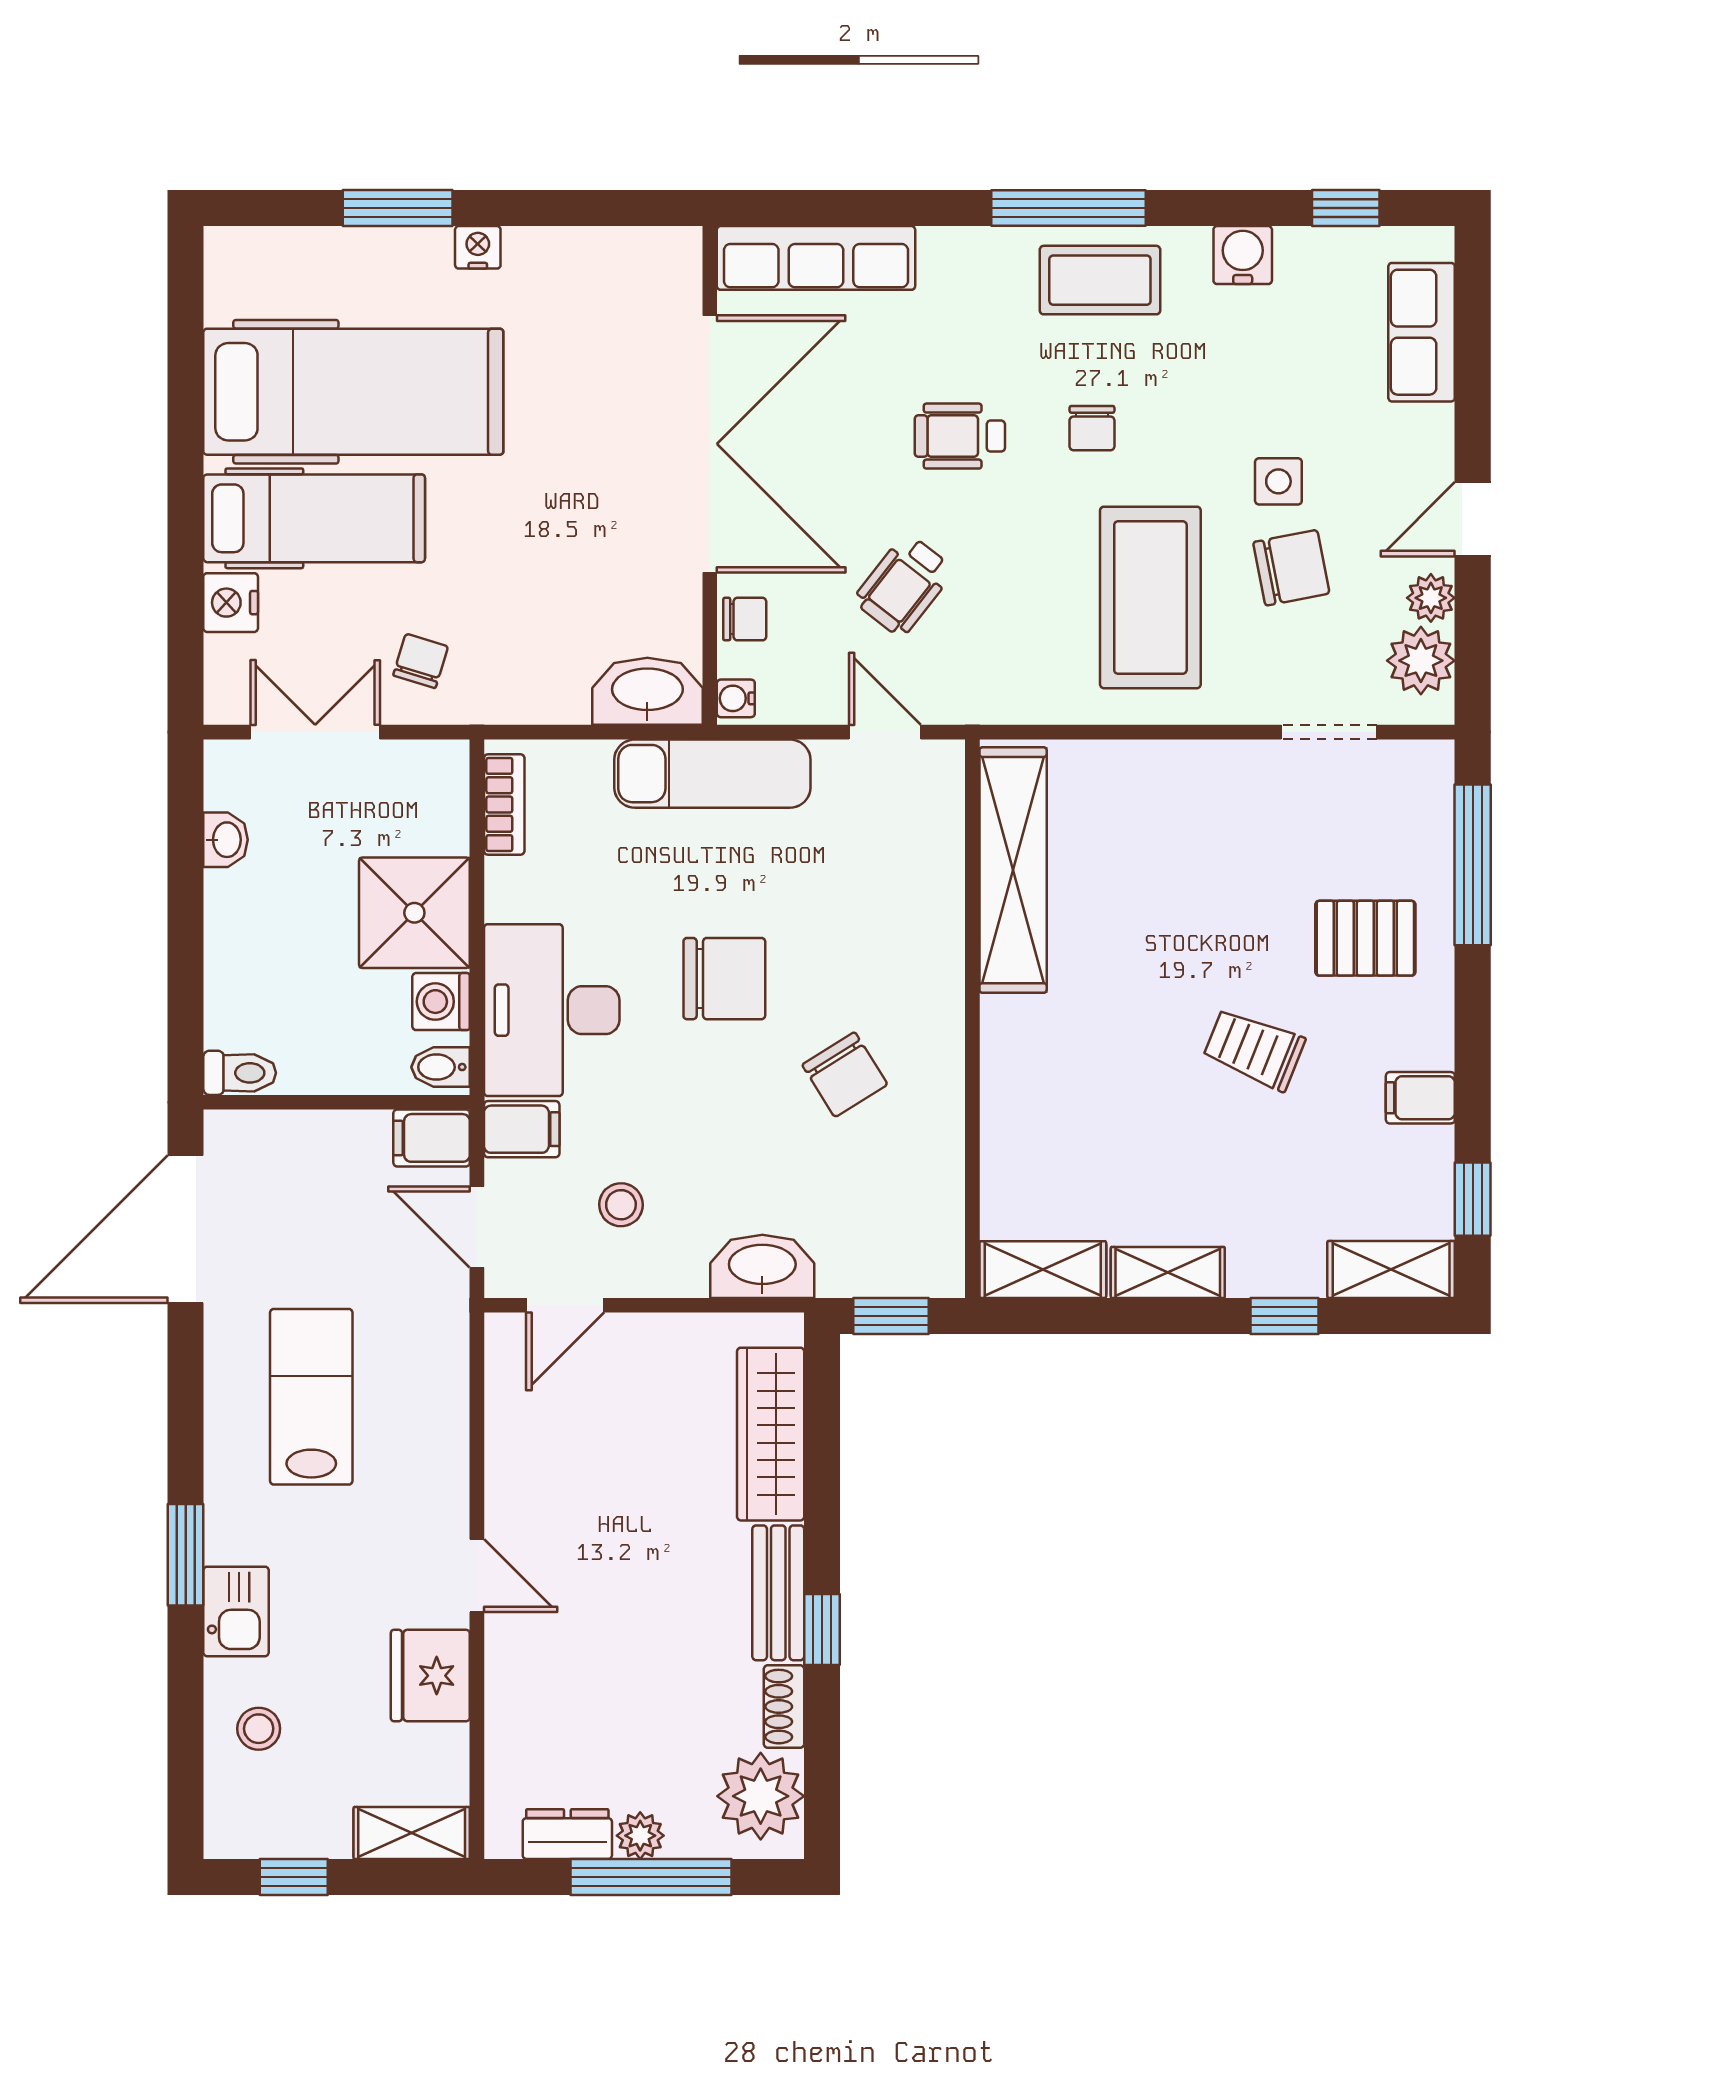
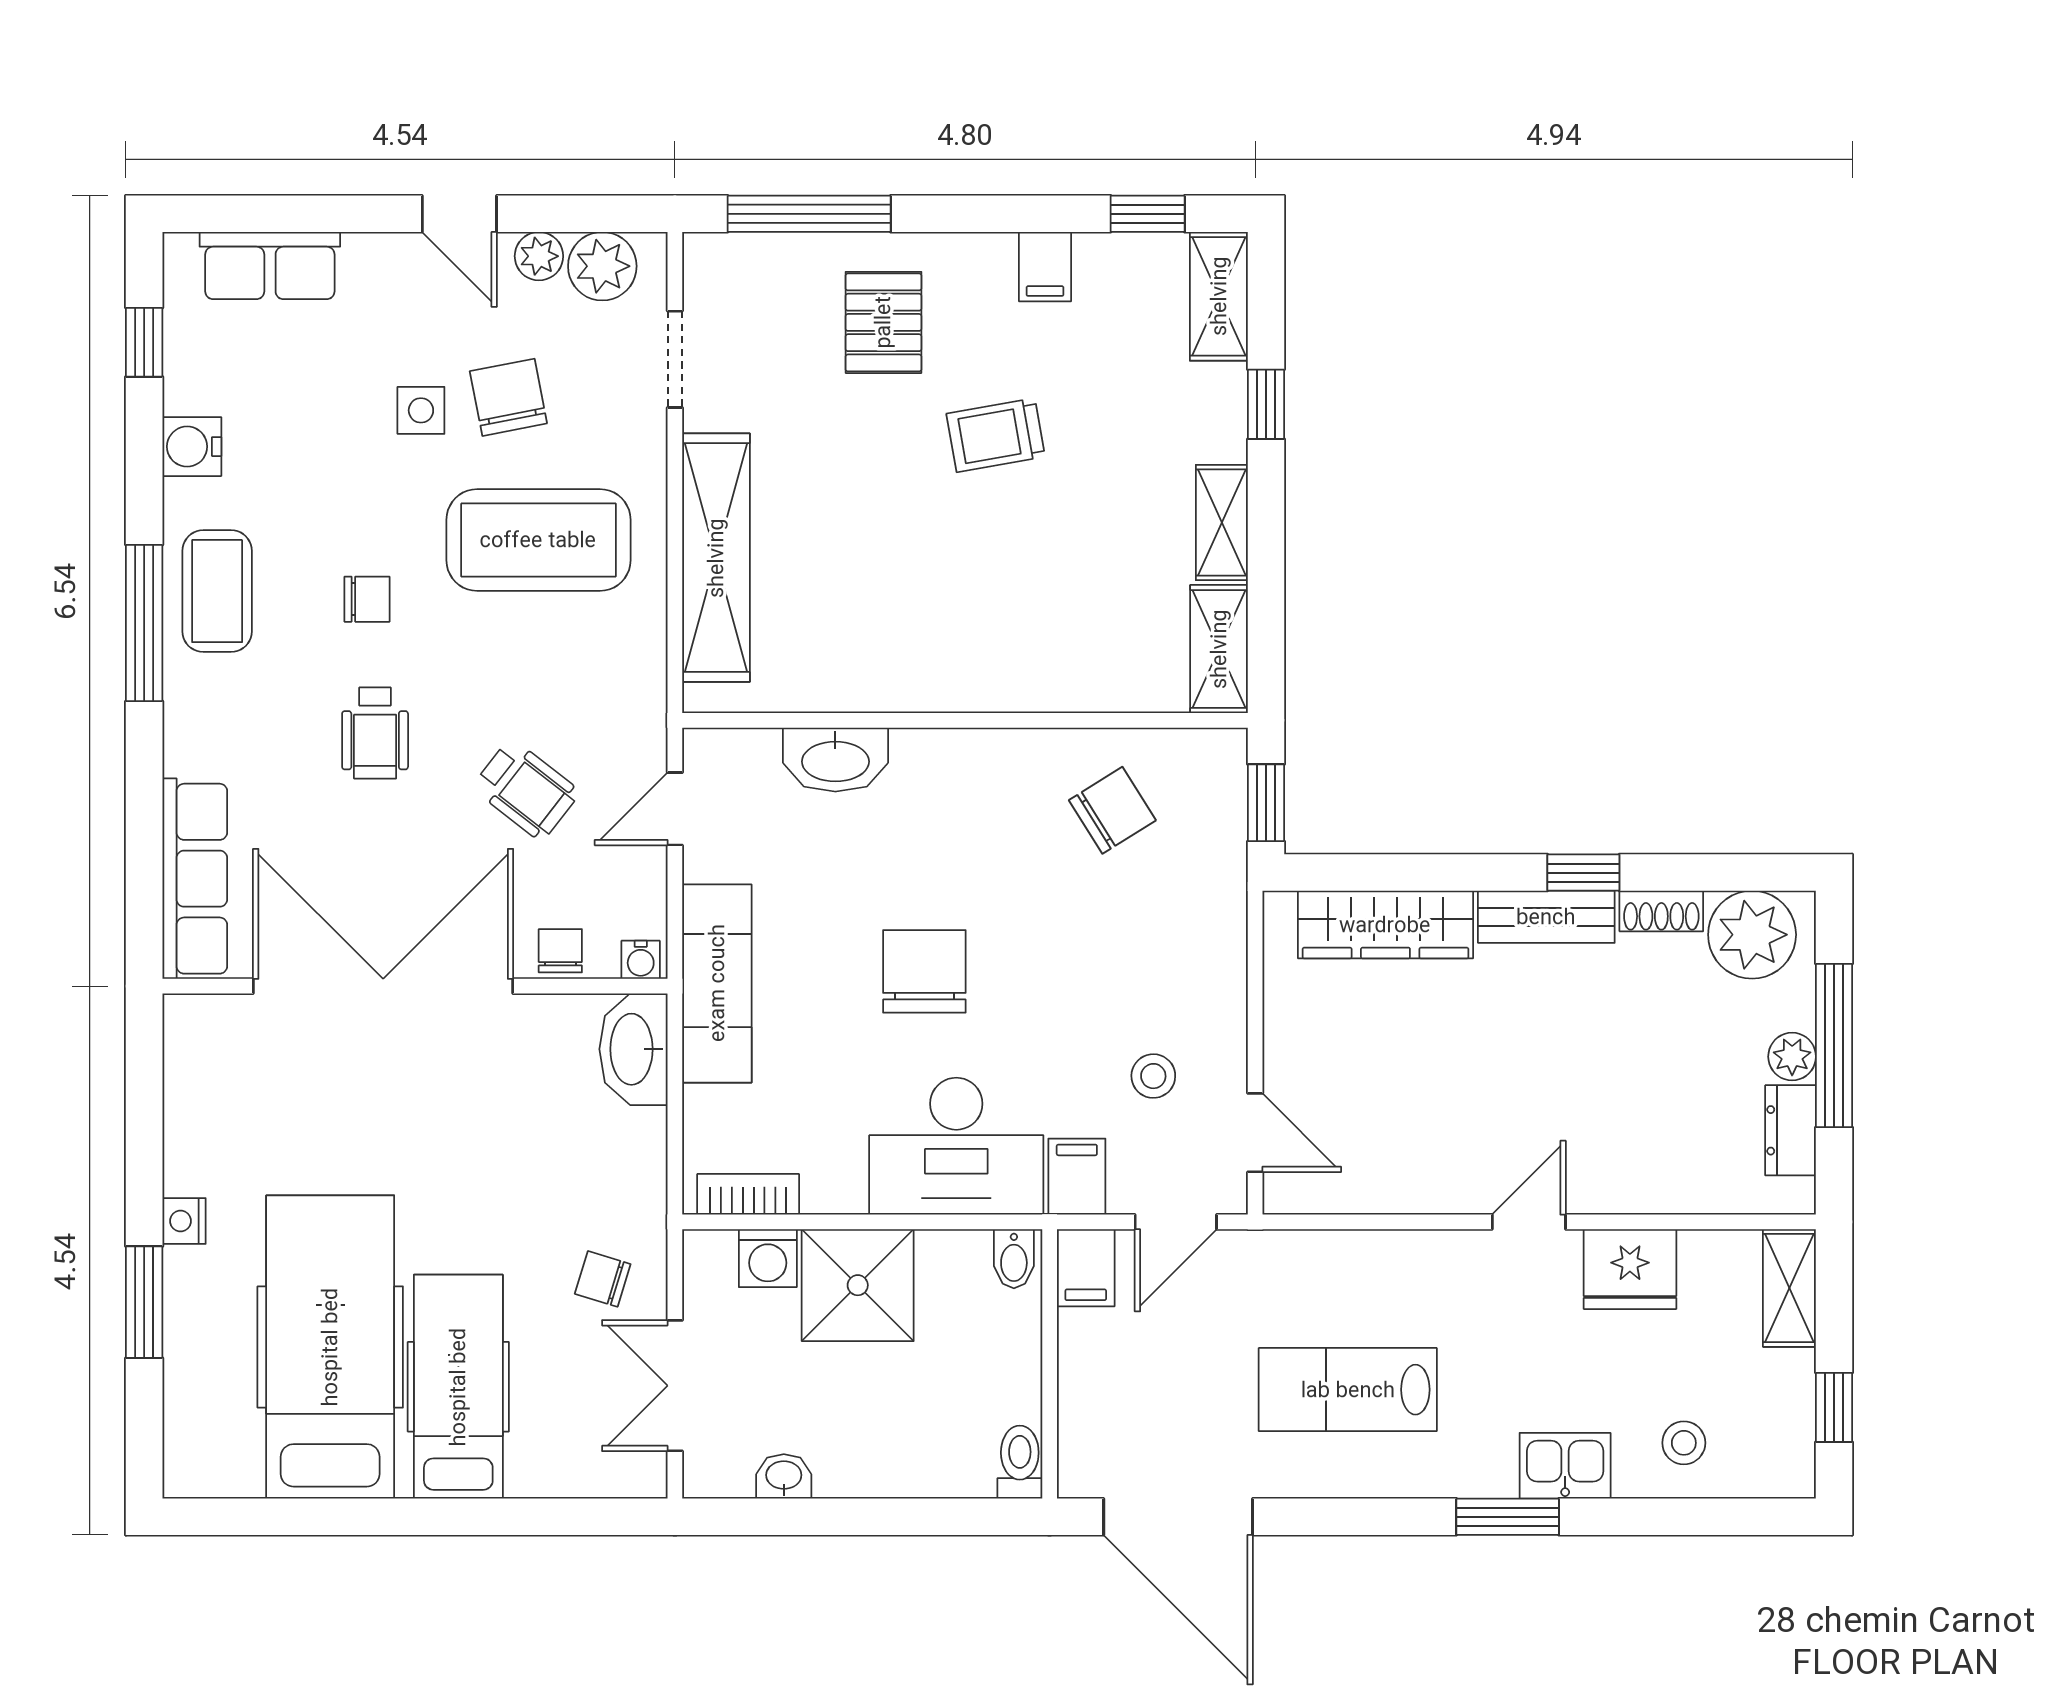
nightstand: (231, 603) -> (544, 1471), removed
shelving: (1013, 870) -> (716, 558), moved, turned 90
washing machine: (441, 1002) -> (768, 1258), moved
trolley: (1254, 1049) -> (996, 435), turned 58
chair: (845, 1075) -> (1112, 810), moved
washbasin: (762, 1266) -> (835, 760), moved, turned -90

